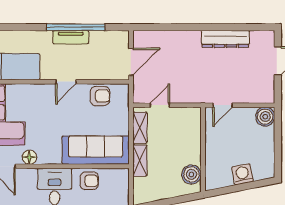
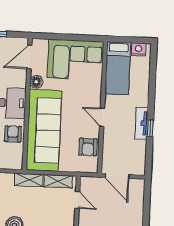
window: (76, 27) -> (150, 128), width x0.32
sofa: (96, 150) -> (44, 130), width x1.36, depth x1.27
armchair: (89, 181) -> (13, 134), turned 180

